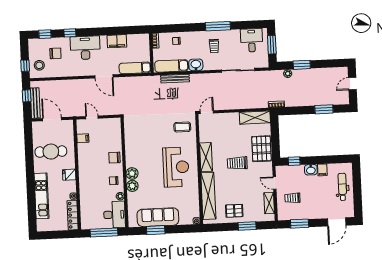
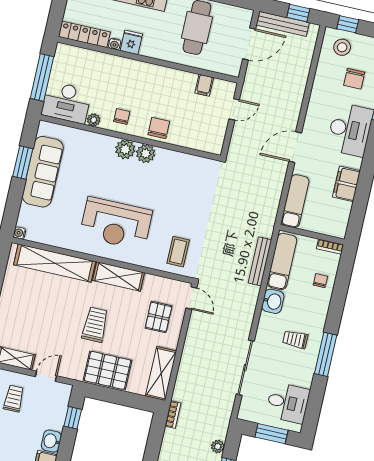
fridge: (69, 175) -> (131, 42), moved
plant: (132, 186) -> (146, 154), moved
pallet: (234, 211) -> (159, 317), moved

